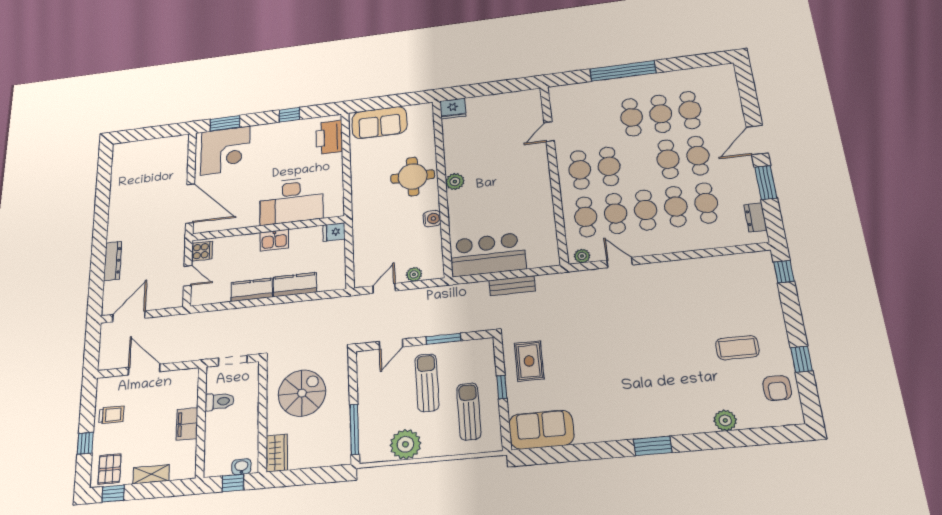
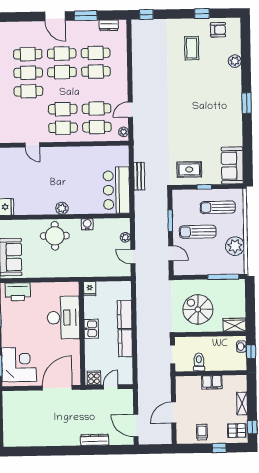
cafe table: (646, 210) -> (96, 90), removed

